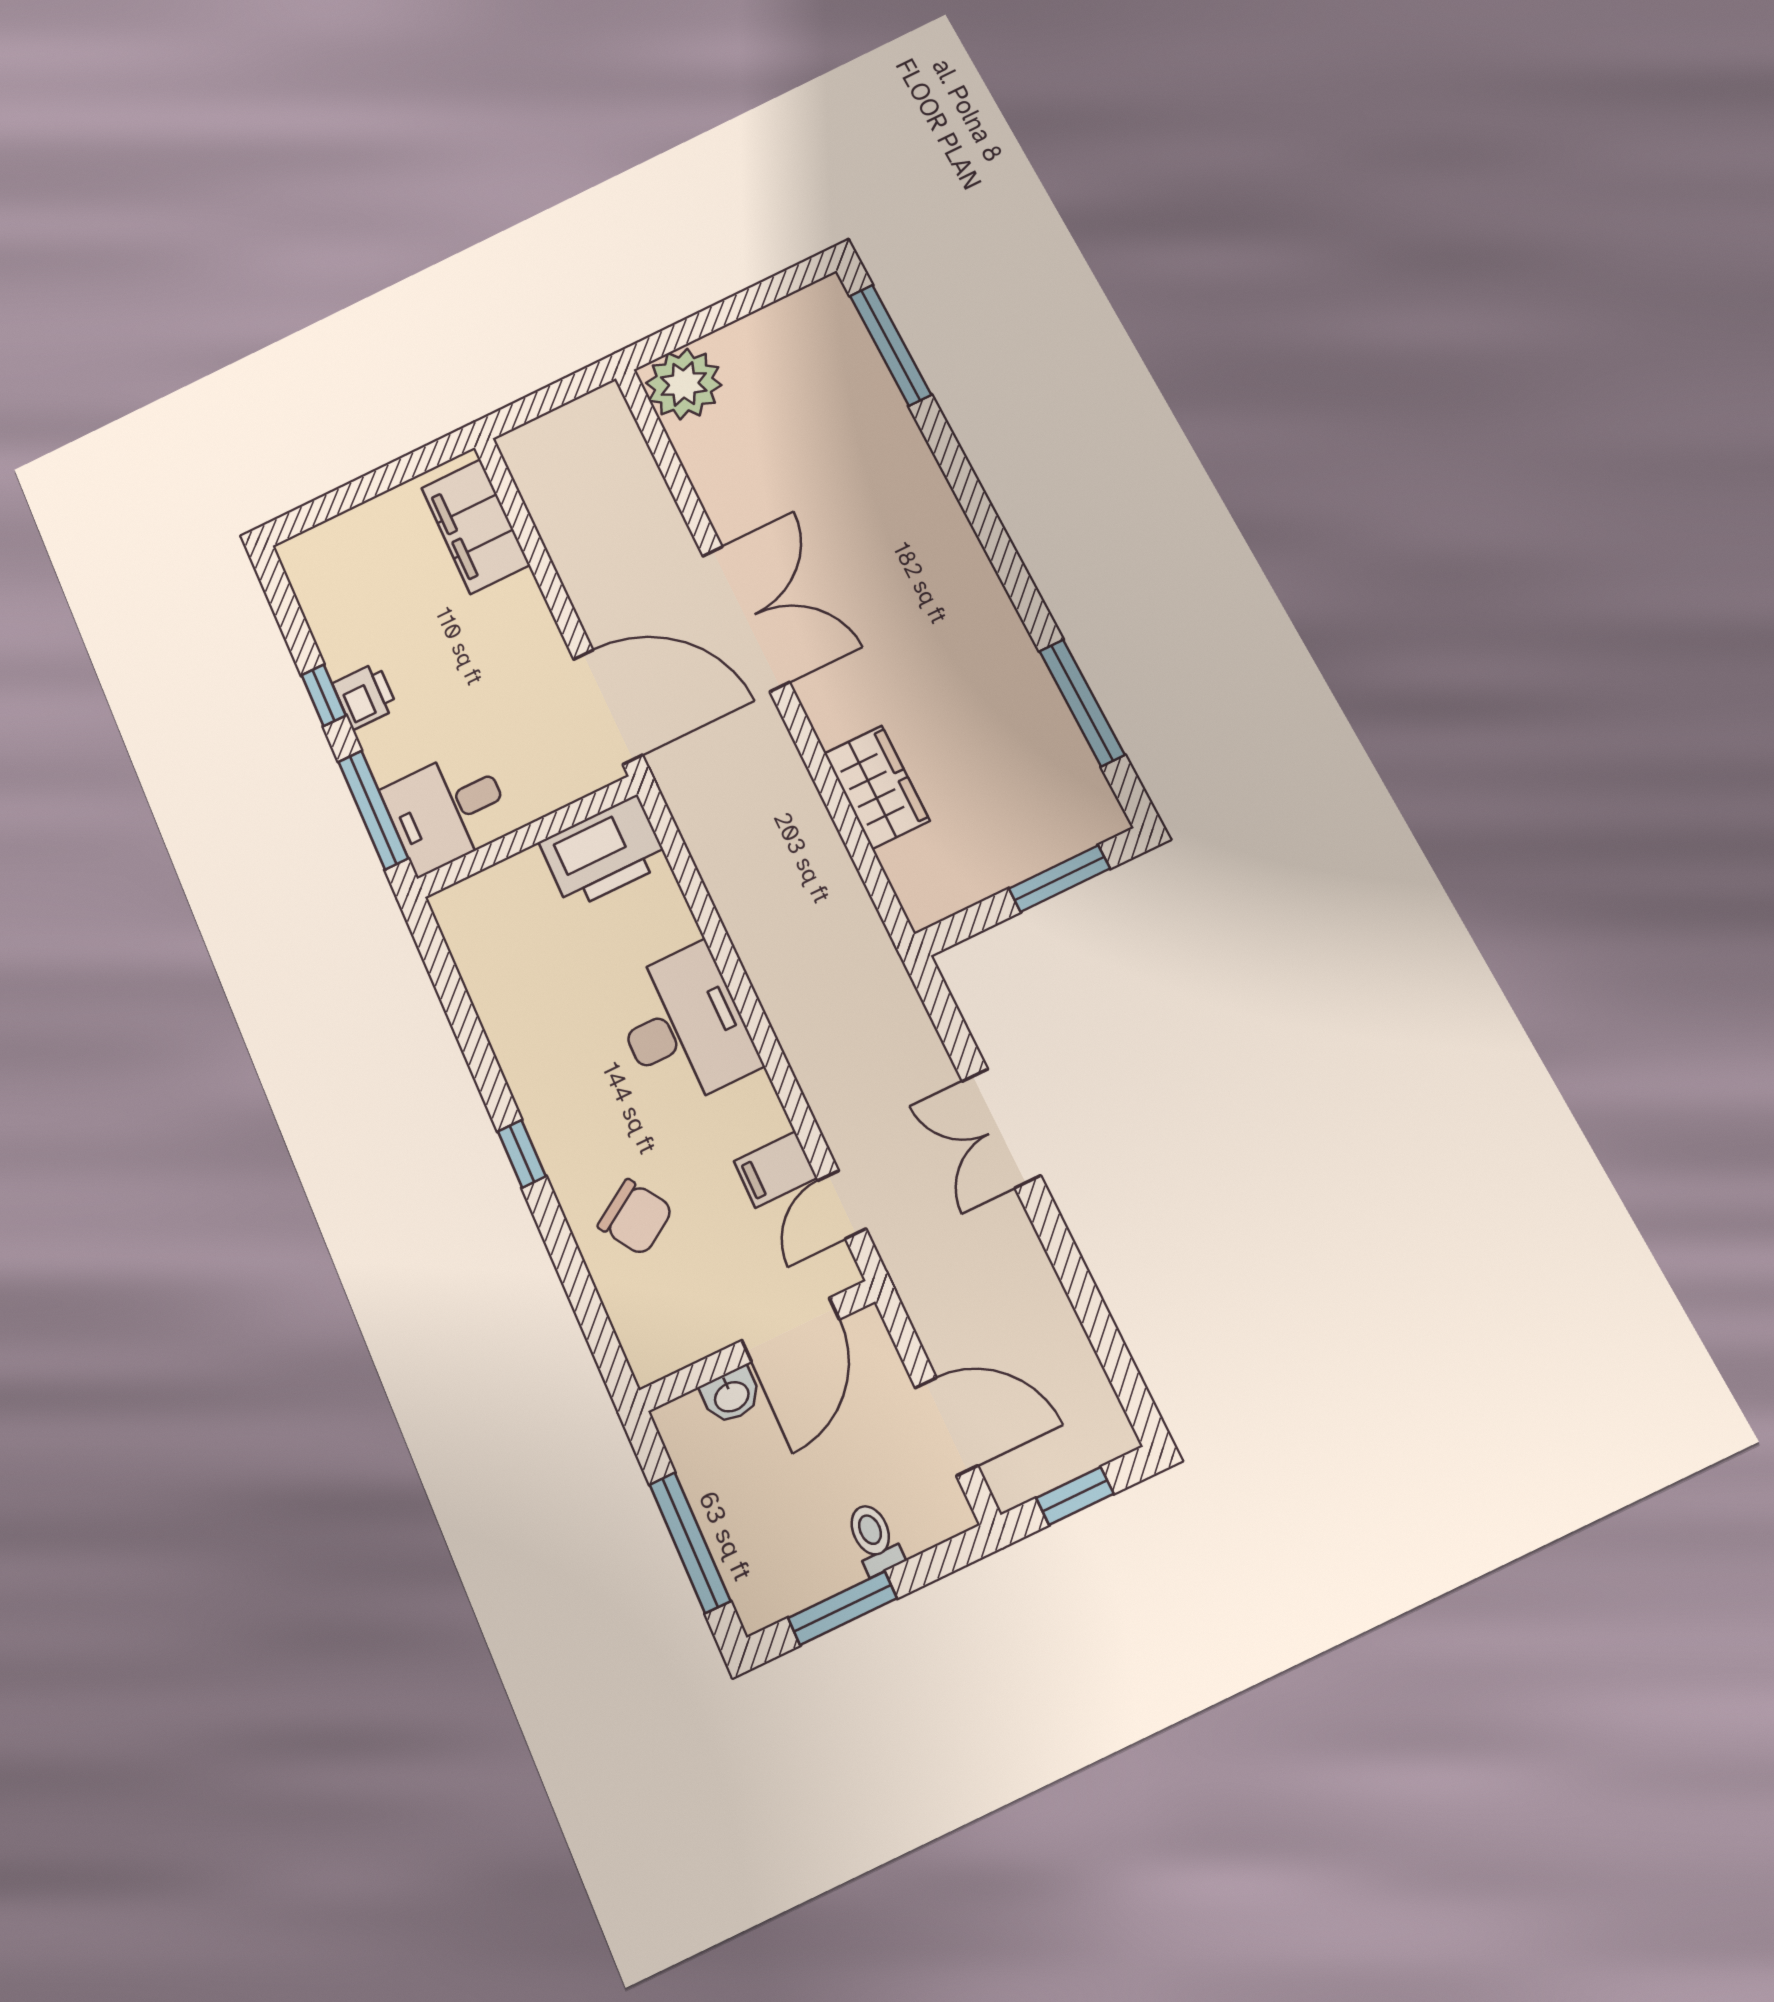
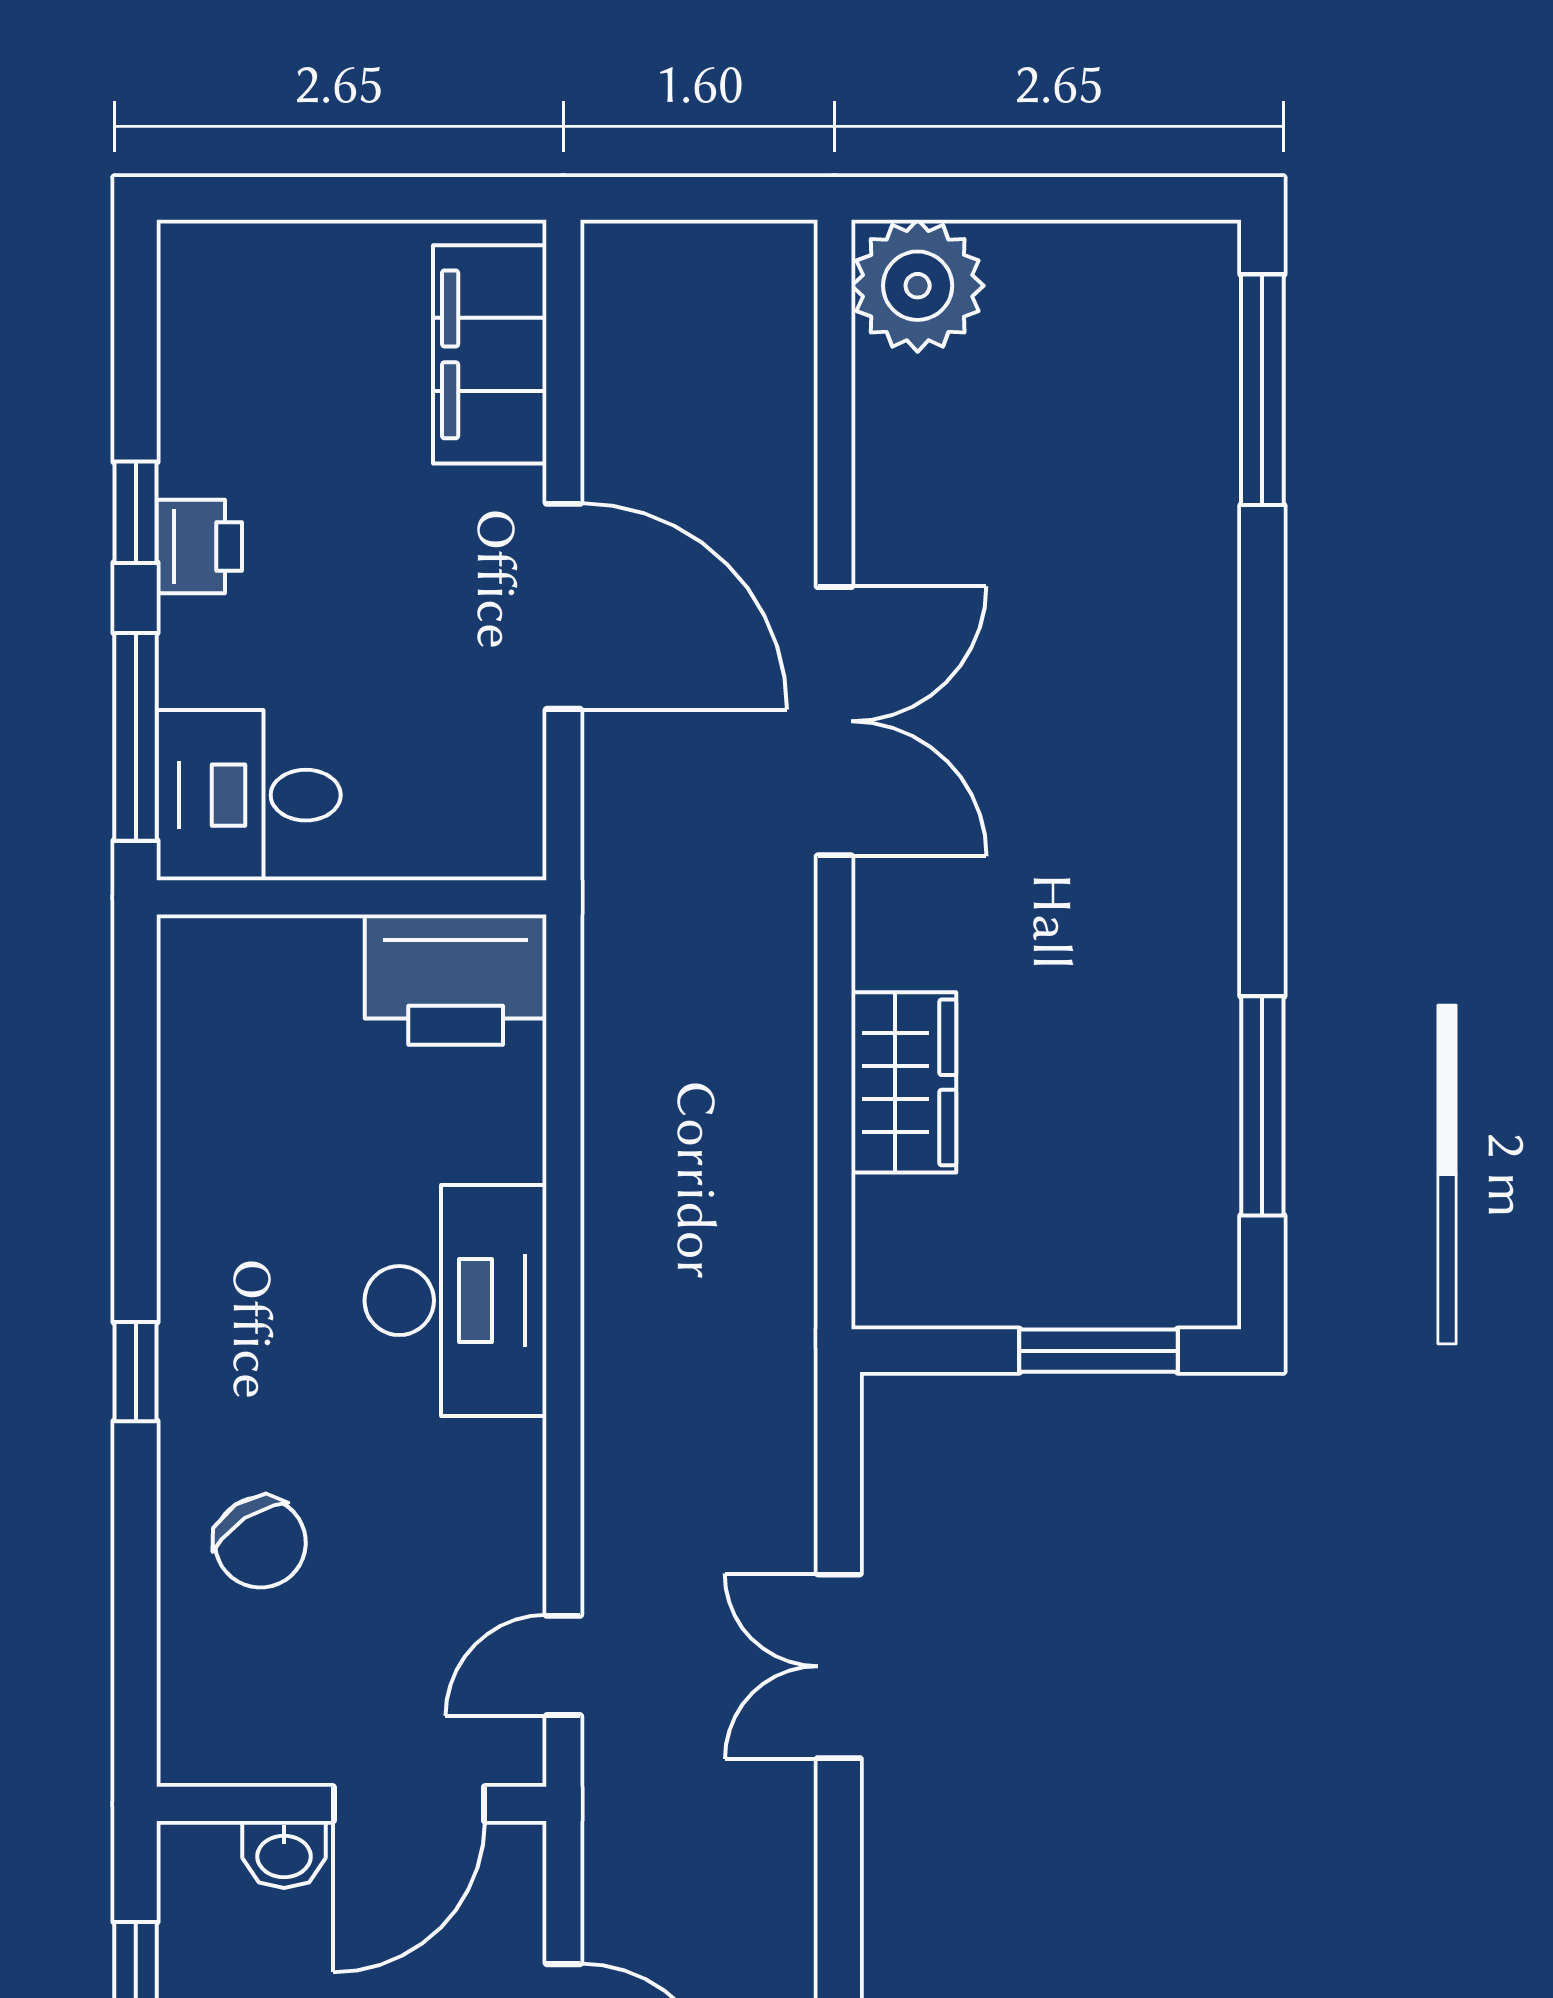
door: (608, 707) -> (563, 606), moved
filing cabinet: (776, 1170) -> (492, 1571), removed

